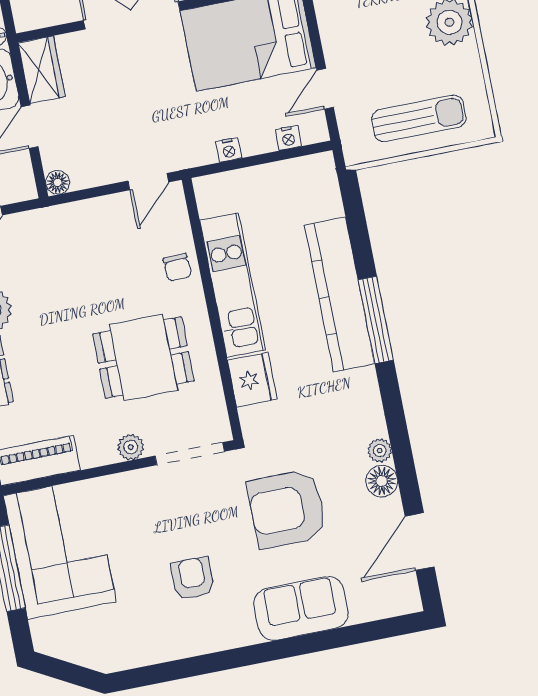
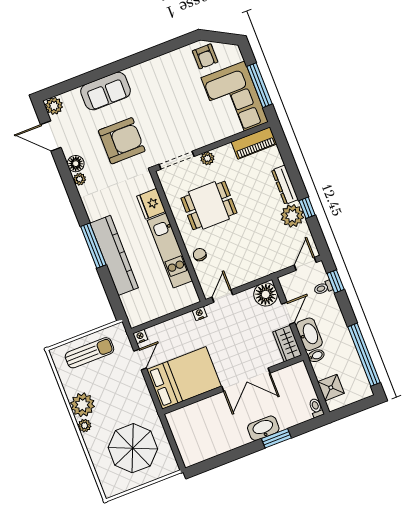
sun lounger: (419, 118) -> (89, 353), turned 180
nightstand: (288, 138) -> (140, 337), moved
nightstand: (229, 150) -> (200, 313), moved
floor lamp: (58, 182) -> (266, 294), width x1.89, depth x1.89
door: (420, 542) -> (51, 136), swing flipped
armchair: (193, 578) -> (205, 56), moved
plant: (404, 598) -> (54, 106), added

